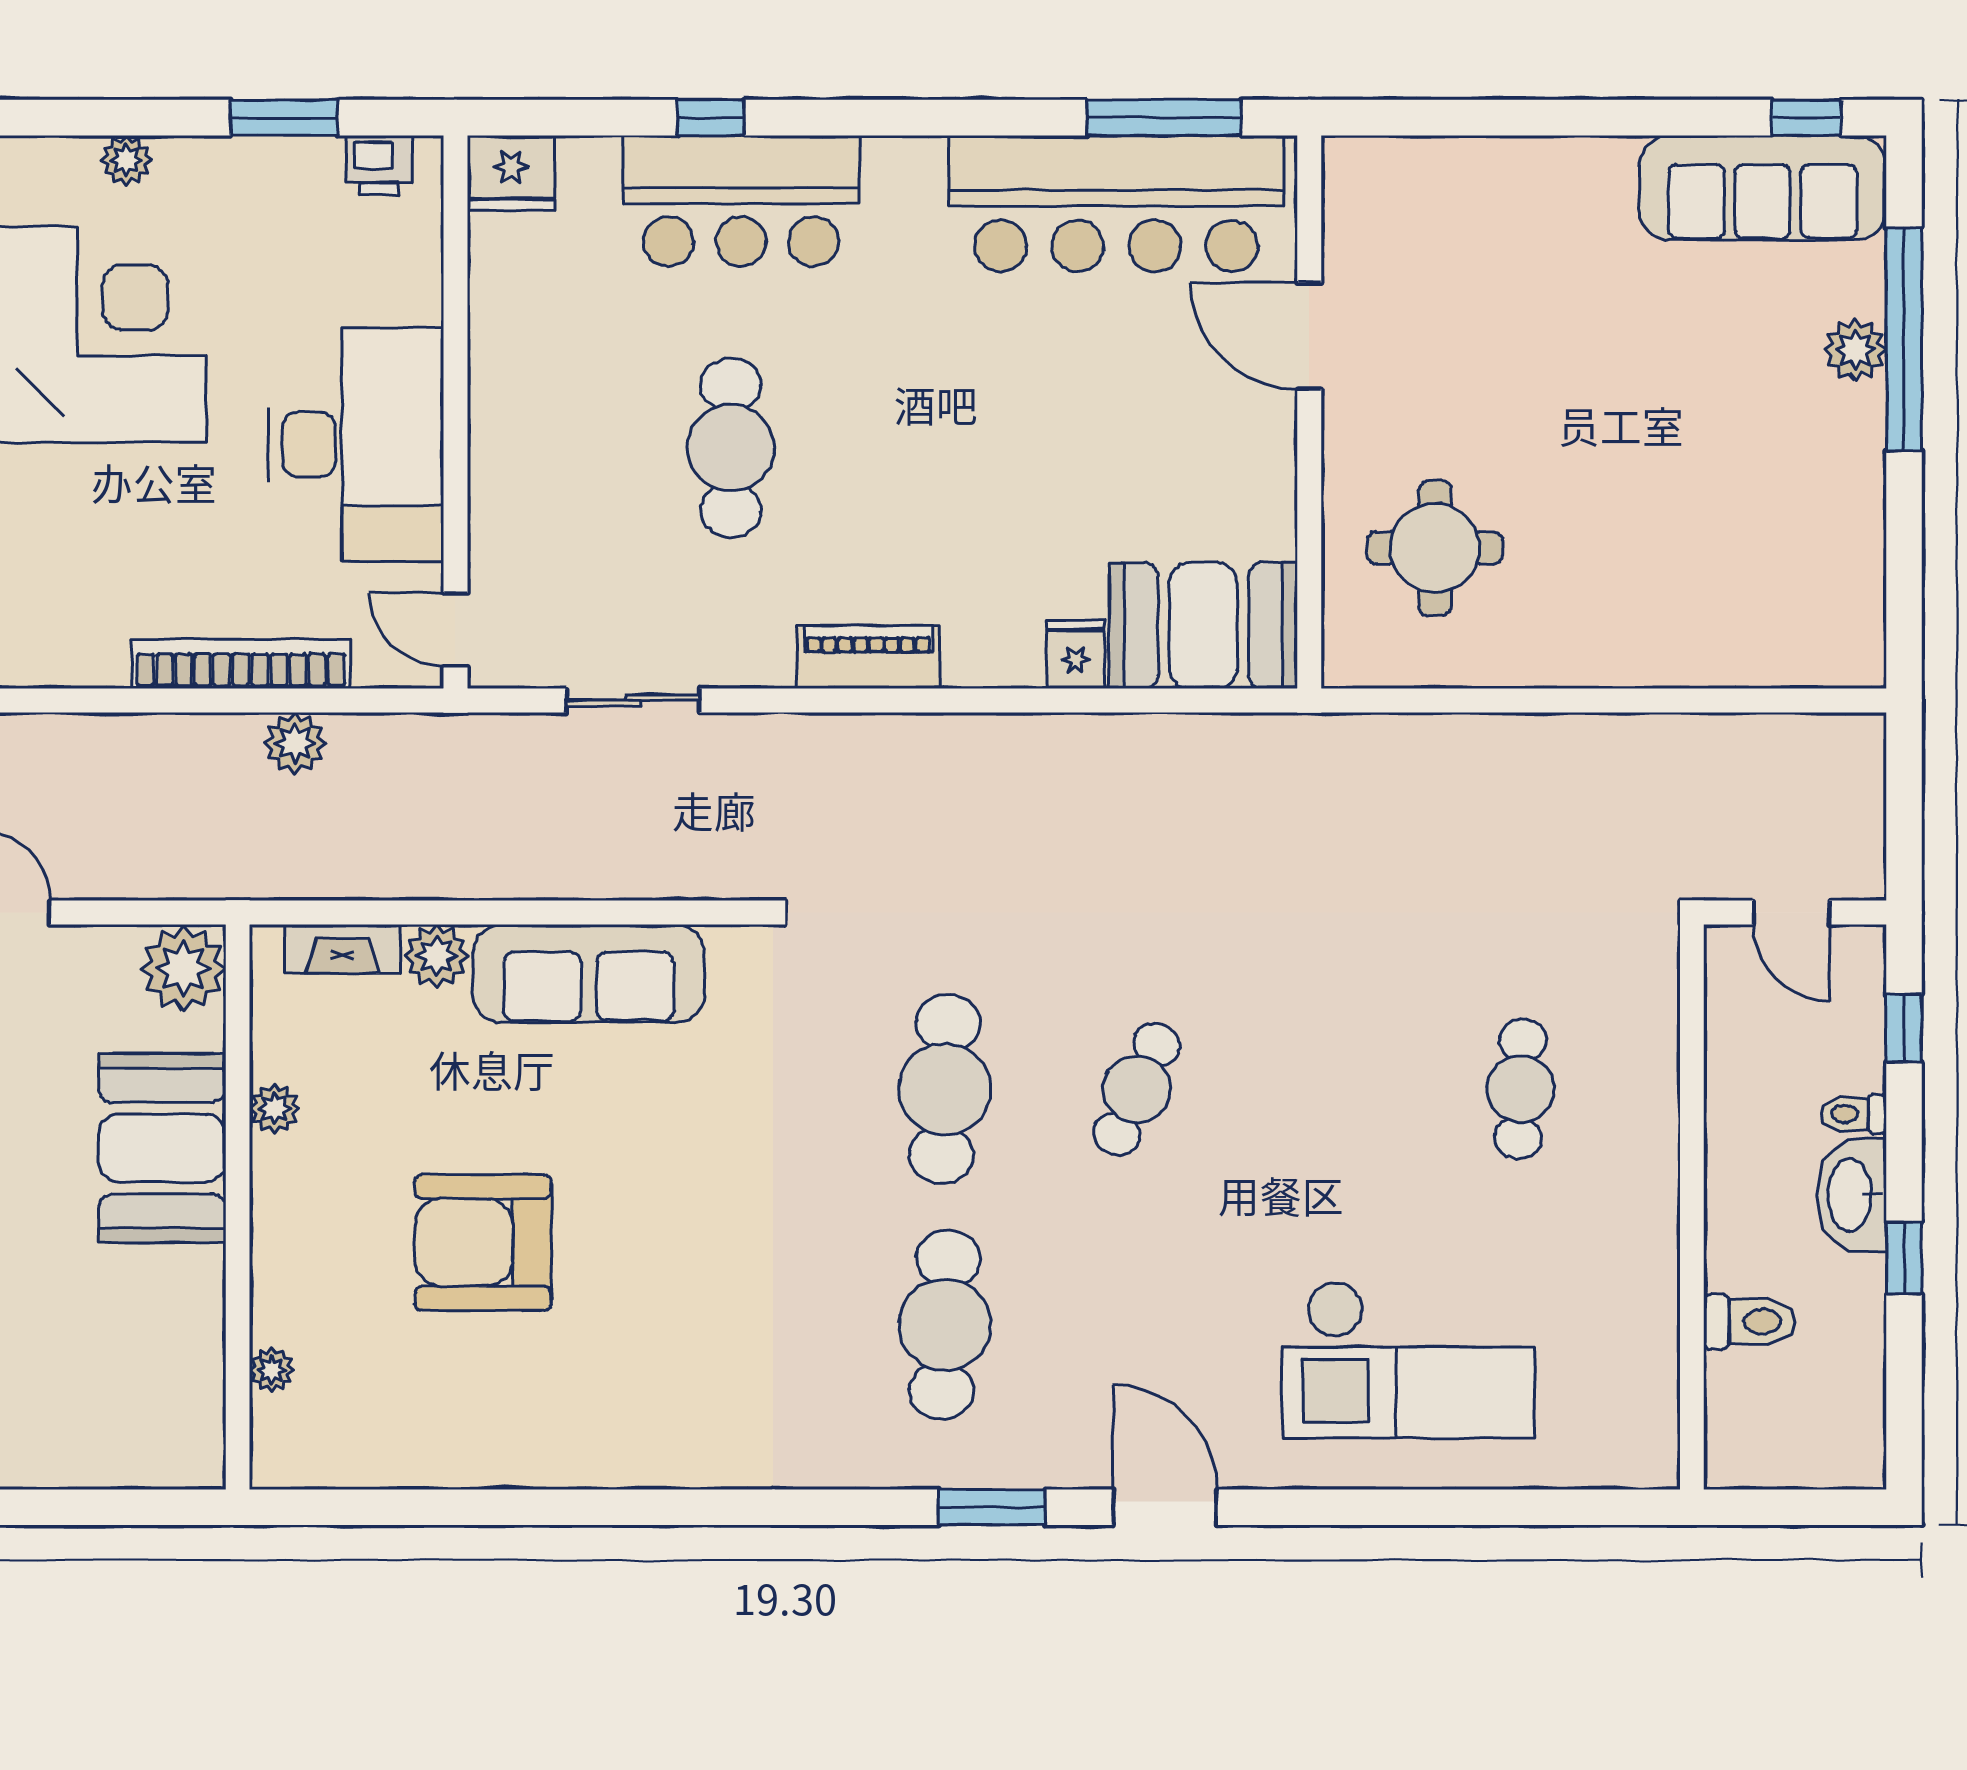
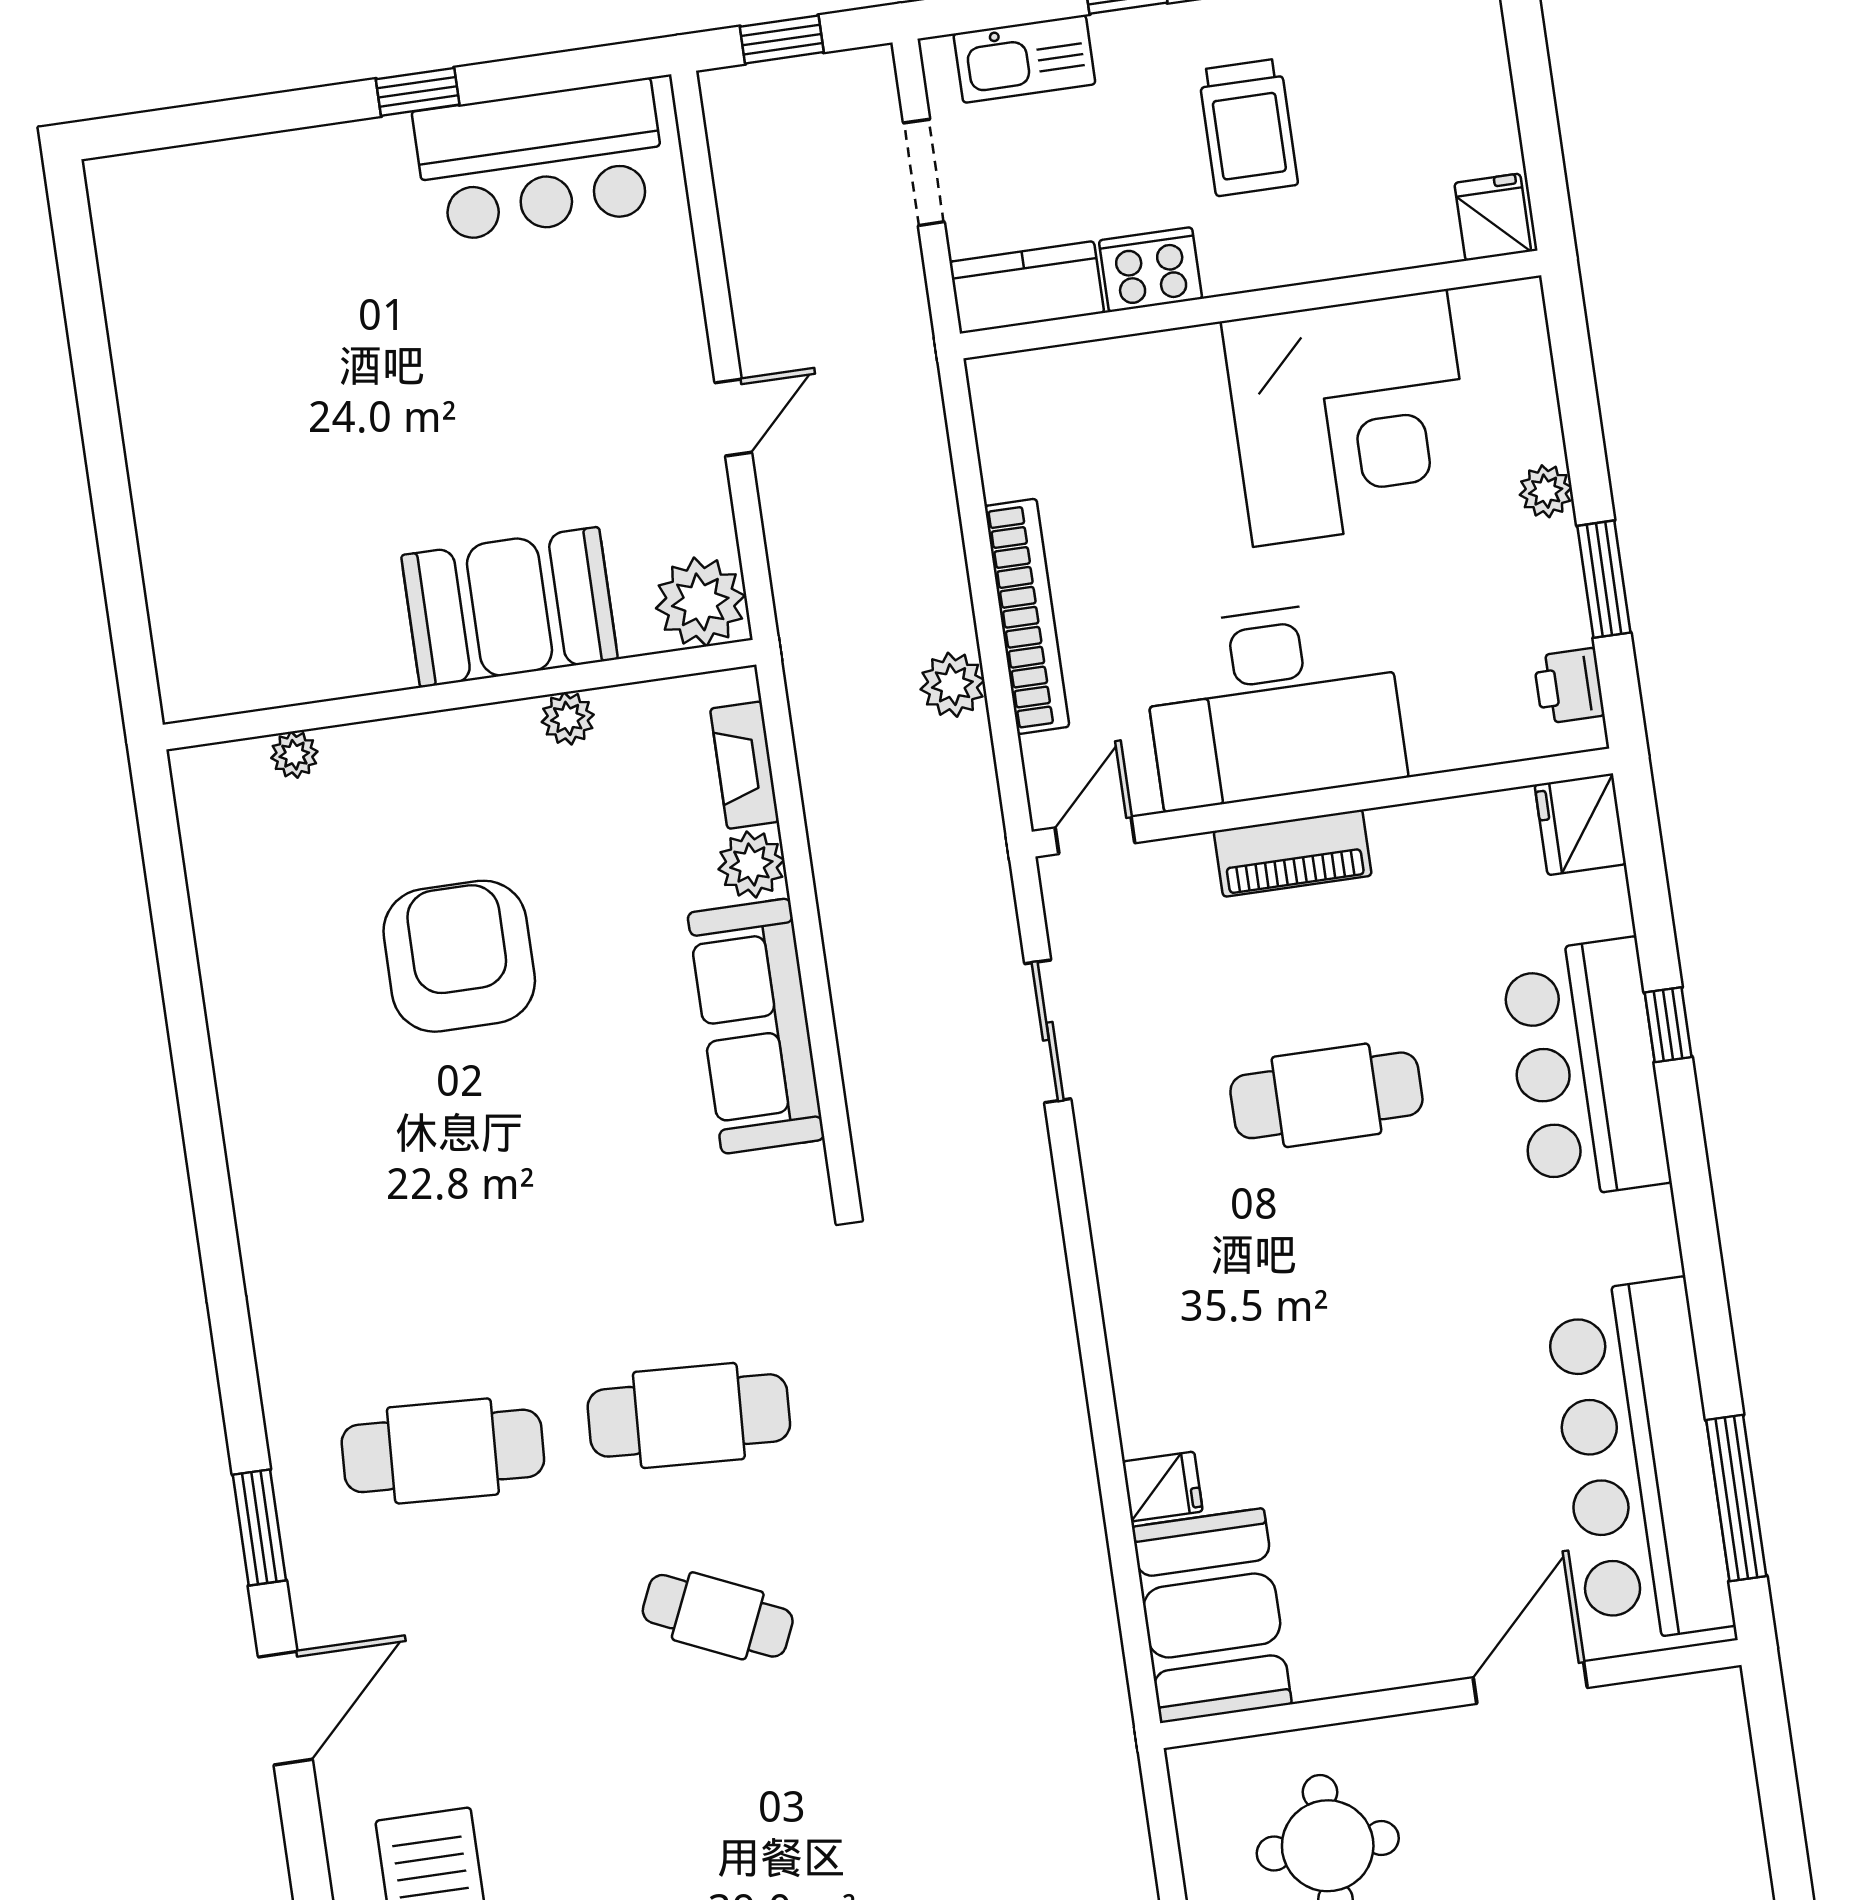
plant: (126, 160) -> (1546, 491), moved
piano: (868, 657) -> (1293, 853), moved, turned 90

